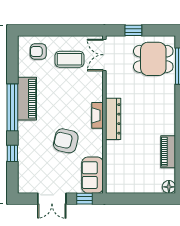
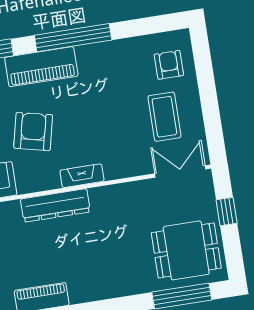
dining table: (153, 59) -> (186, 250), turned 90
piano: (27, 99) -> (41, 67), moved
dresser: (113, 119) -> (55, 205), moved

